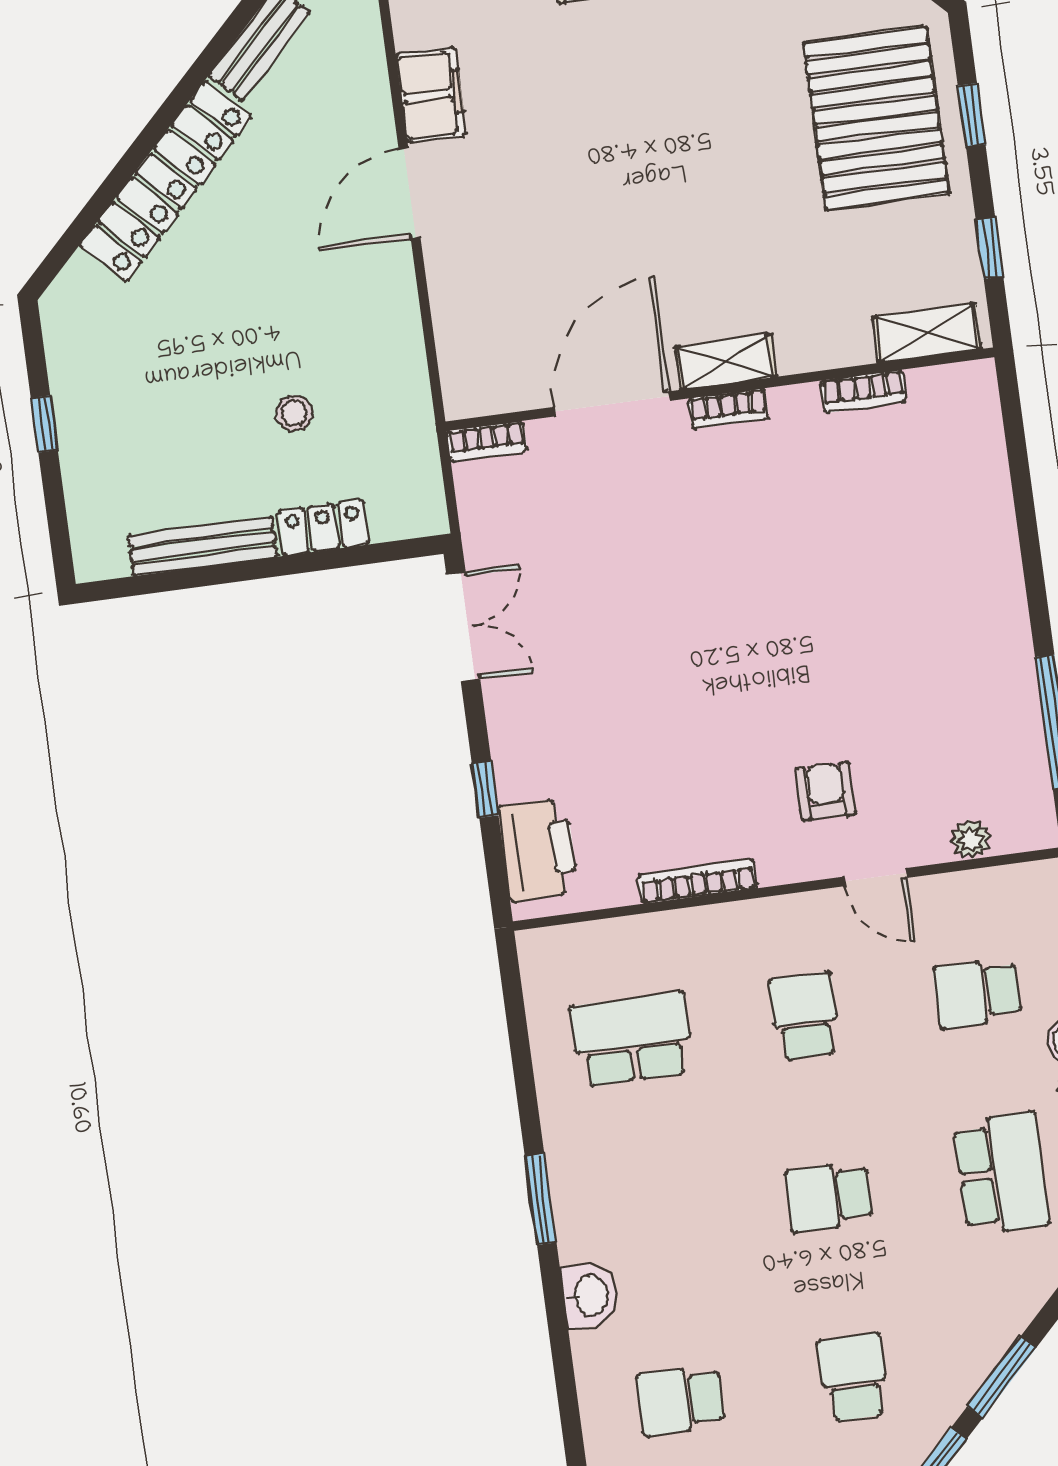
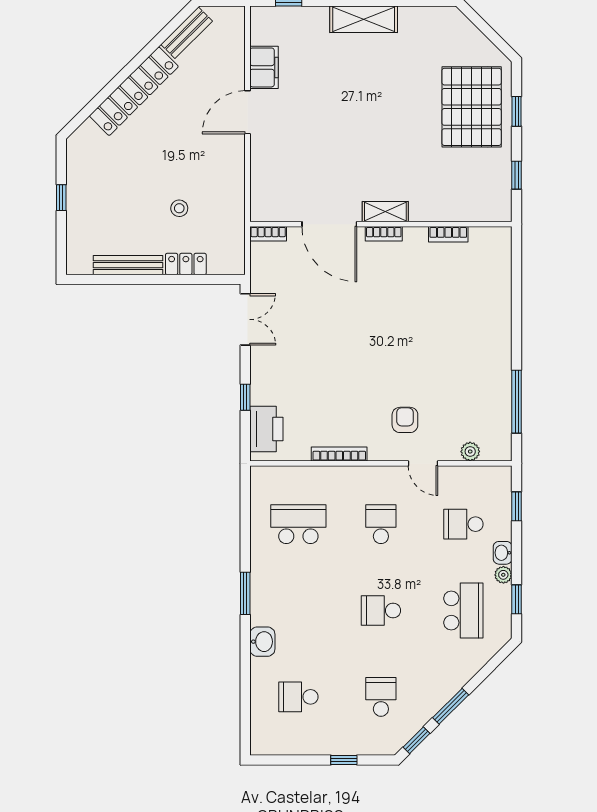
shelving: (927, 333) -> (482, 211), removed
door: (612, 404) -> (329, 224), swing flipped

